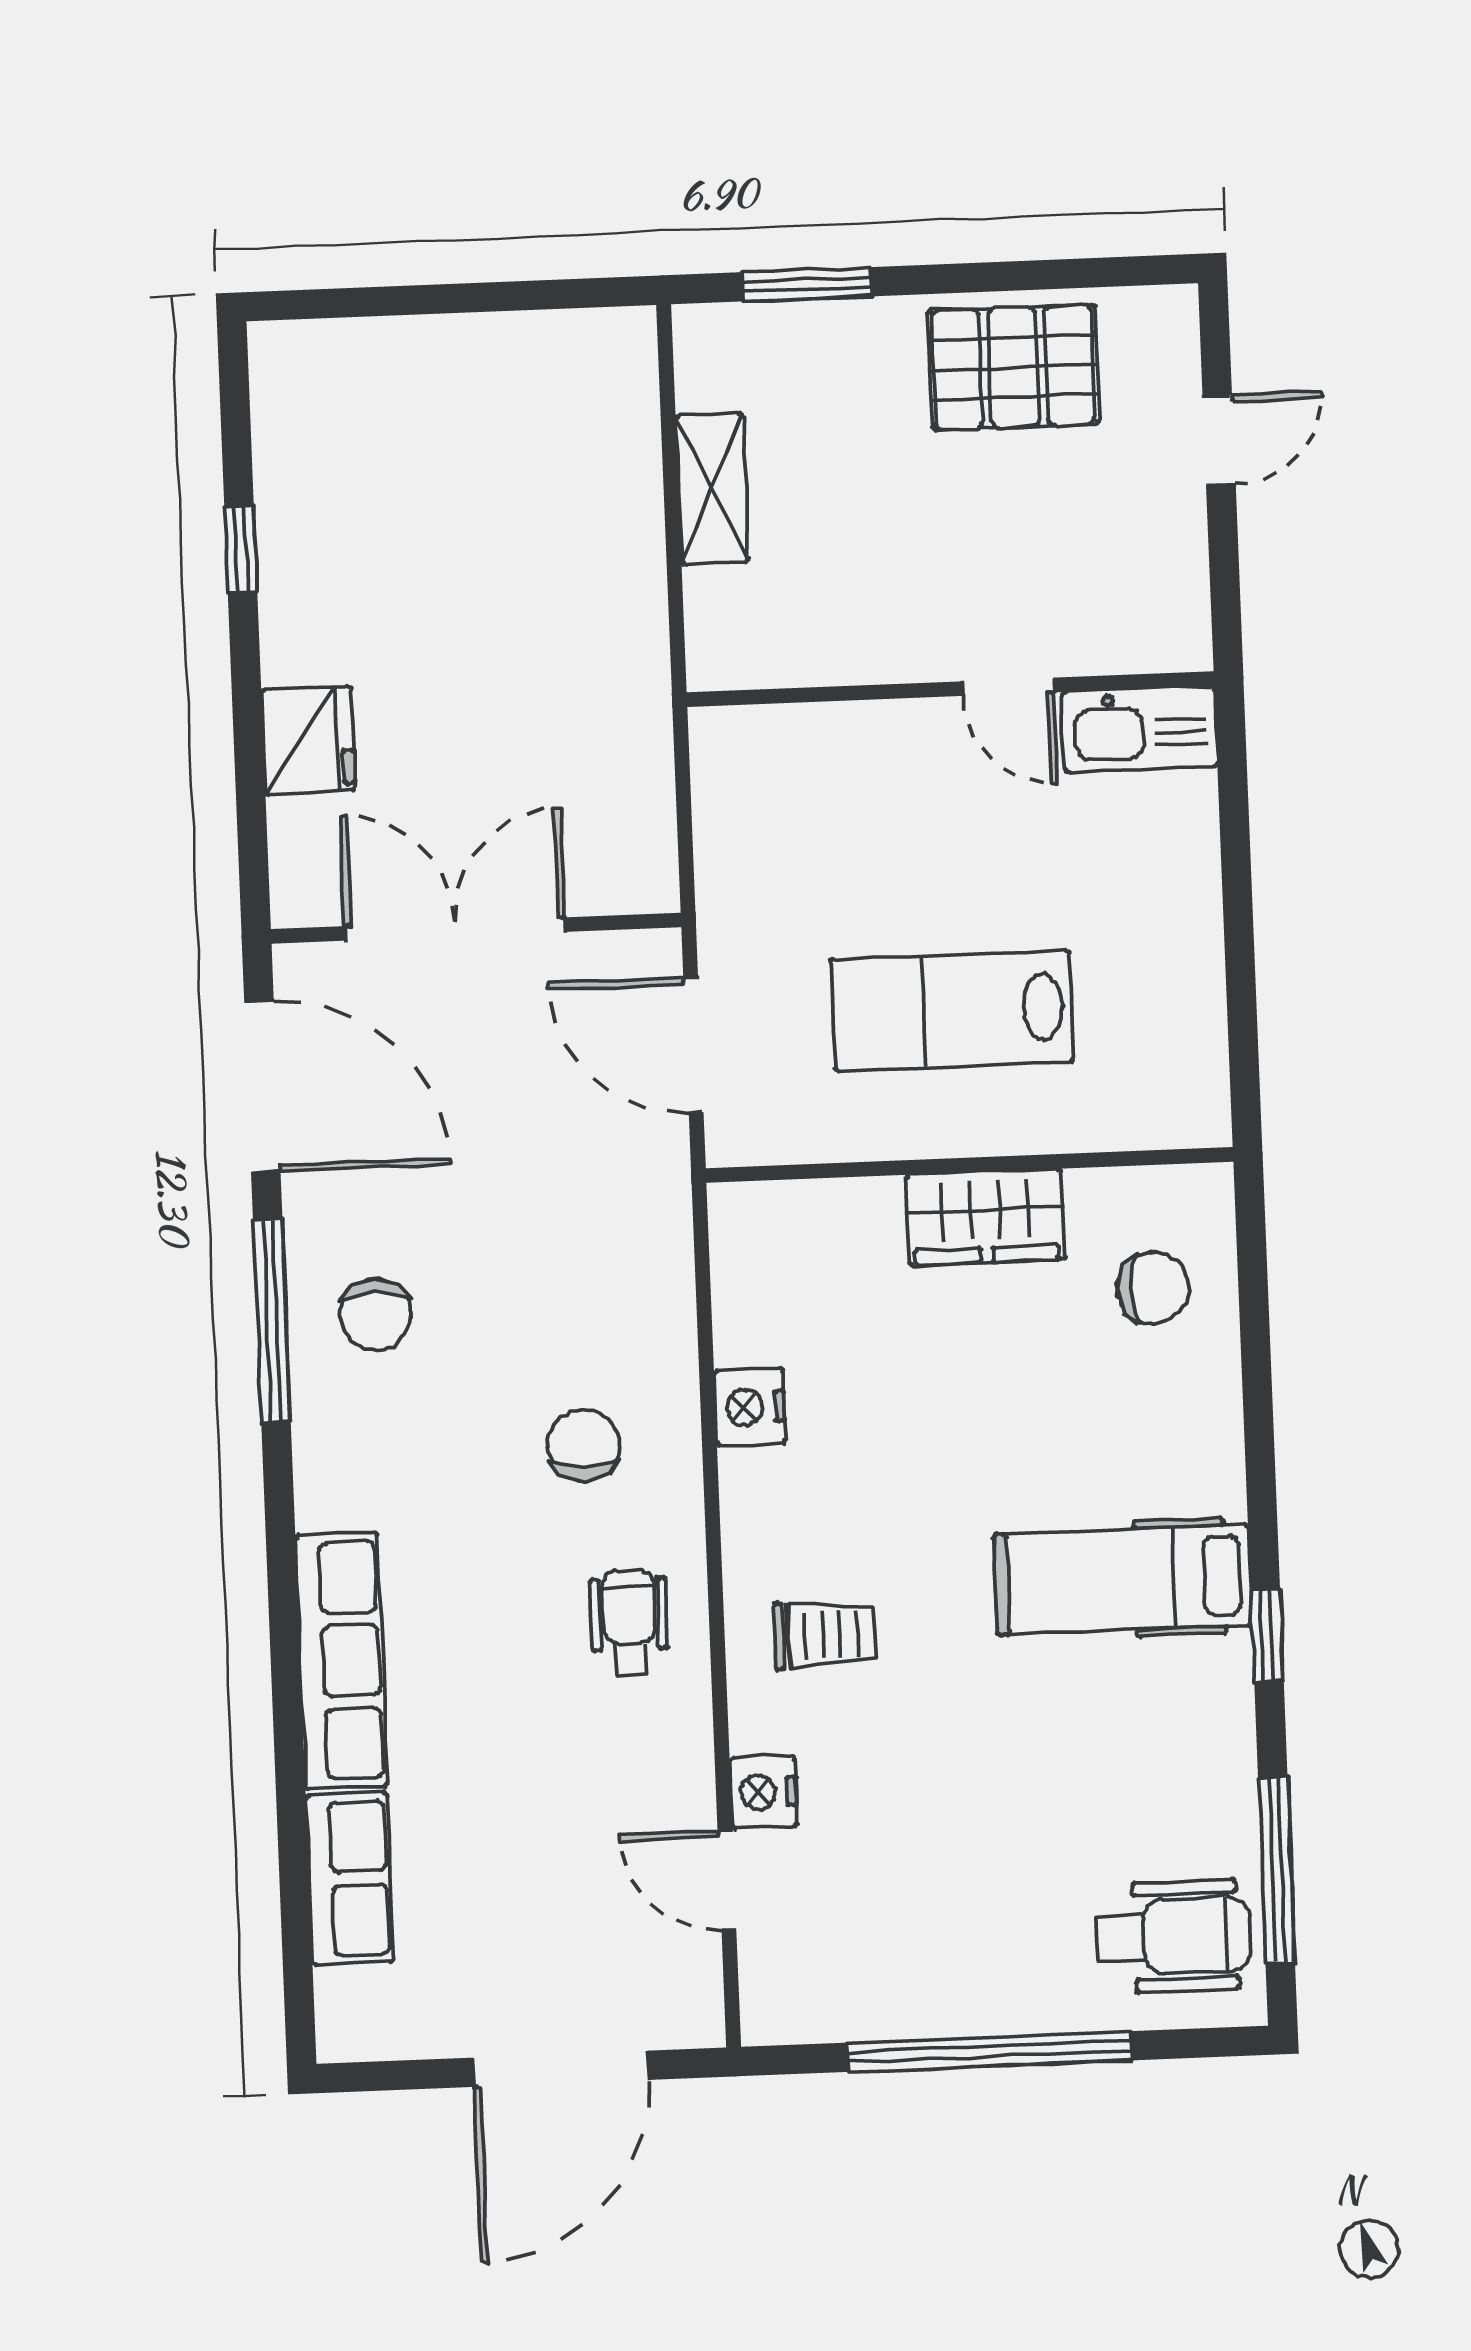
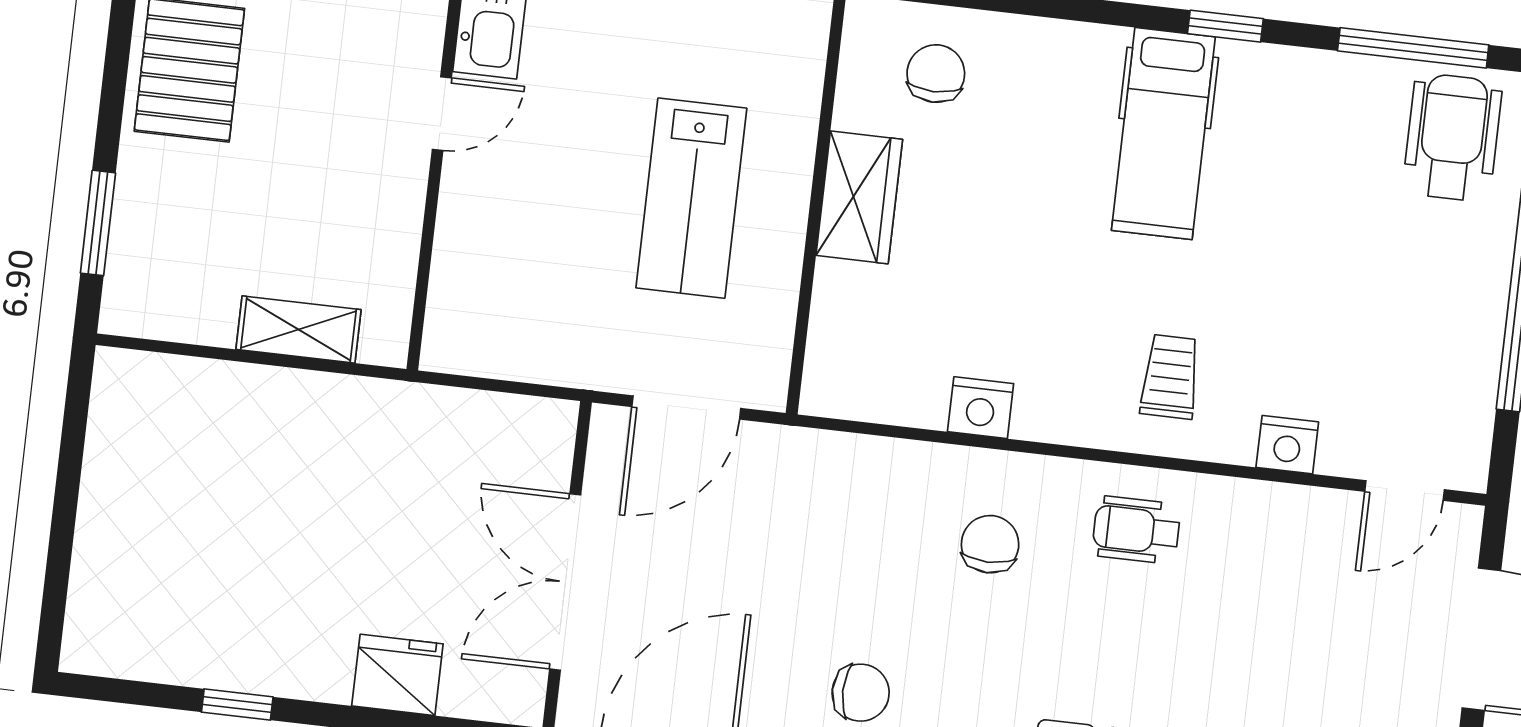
shelving: (712, 489) -> (298, 330), moved
chair: (583, 1445) -> (990, 544), turned 90
door: (727, 1880) -> (1405, 491), moved

